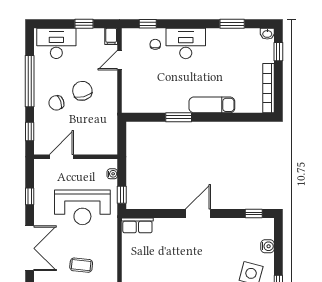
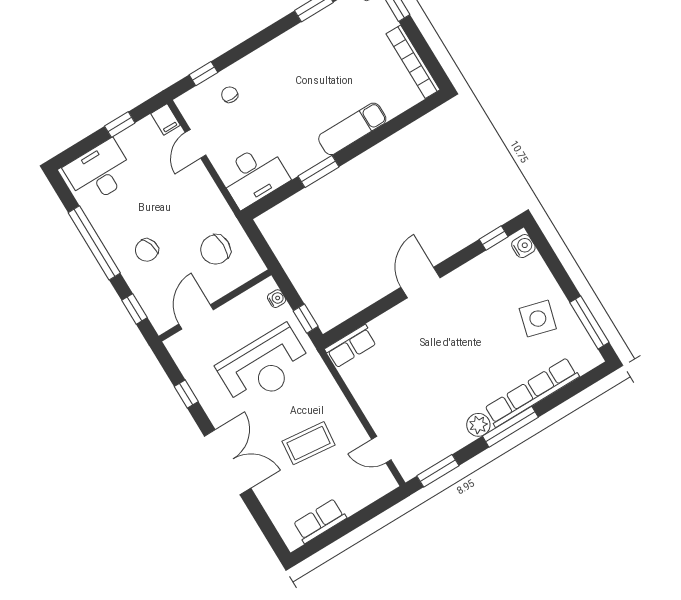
desk: (186, 43) -> (254, 176), moved, turned 180
chair: (82, 91) -> (215, 250), moved, turned -76
water cooler: (268, 246) -> (523, 246), moved
coffee table: (81, 265) -> (309, 443), width x1.36, depth x1.30

